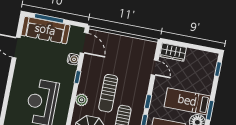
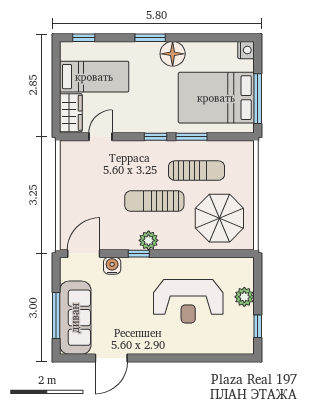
sun lounger: (108, 93) -> (154, 201), turned 180
plant: (82, 100) -> (149, 240), moved
bed: (187, 101) -> (94, 77), moved, turned -90

